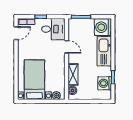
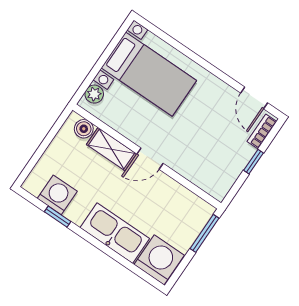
desk: (53, 29) -> (216, 169), removed
door: (67, 47) -> (150, 159), moved

